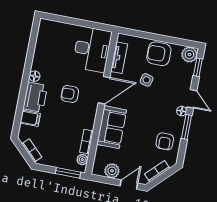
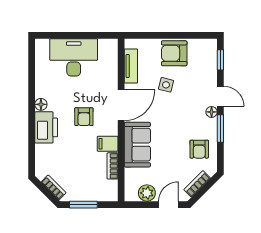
desk: (92, 49) -> (74, 57), moved, turned -90
plant: (189, 54) -> (208, 48), removed
armchair: (70, 94) -> (84, 117), turned -90
filing cabinet: (30, 118) -> (108, 144), moved, turned 180
plant: (82, 160) -> (112, 187), removed
window: (68, 173) -> (83, 205), moved

